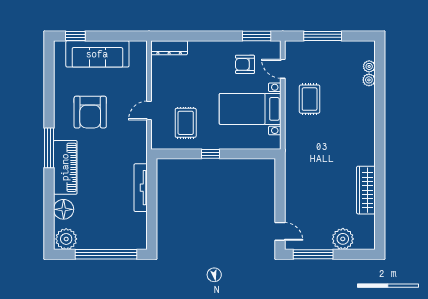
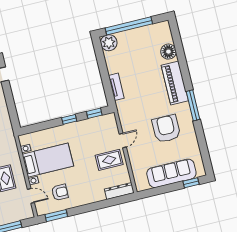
rug: (186, 123) -> (109, 160), moved, turned 90
window: (49, 148) -> (193, 105), moved
window: (177, 154) -> (94, 113), added
tv unit: (141, 188) -> (116, 87), width x0.71
plant: (66, 239) -> (109, 43), moved

